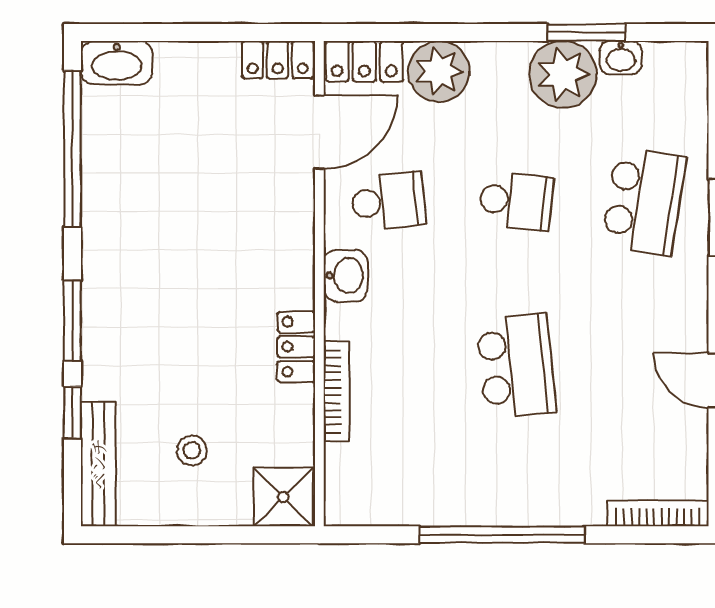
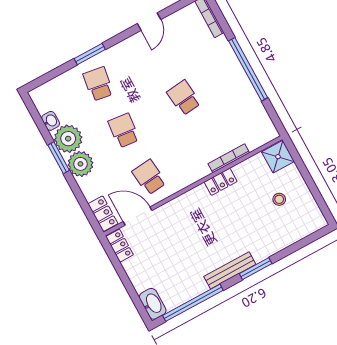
window: (586, 32) -> (59, 158), moved
plant: (439, 71) -> (80, 164), moved
school desk: (644, 201) -> (98, 84), width x0.54
washbasin: (346, 276) -> (185, 178), removed
school desk: (516, 366) -> (184, 98), width x0.54
window: (72, 412) -> (289, 250), removed
bench: (98, 464) -> (230, 270), moved

